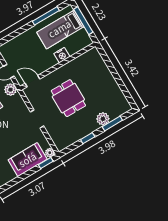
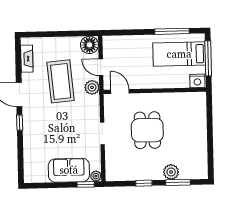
nightstand: (62, 55) -> (197, 81), moved

